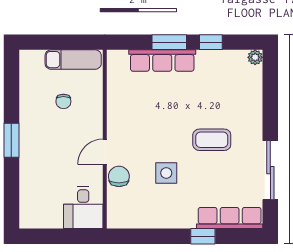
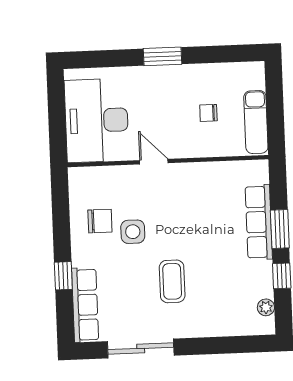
plant: (255, 57) -> (266, 307), moved
chair: (119, 176) -> (100, 221), moved
desk: (83, 207) -> (97, 120), width x1.87, depth x1.30

